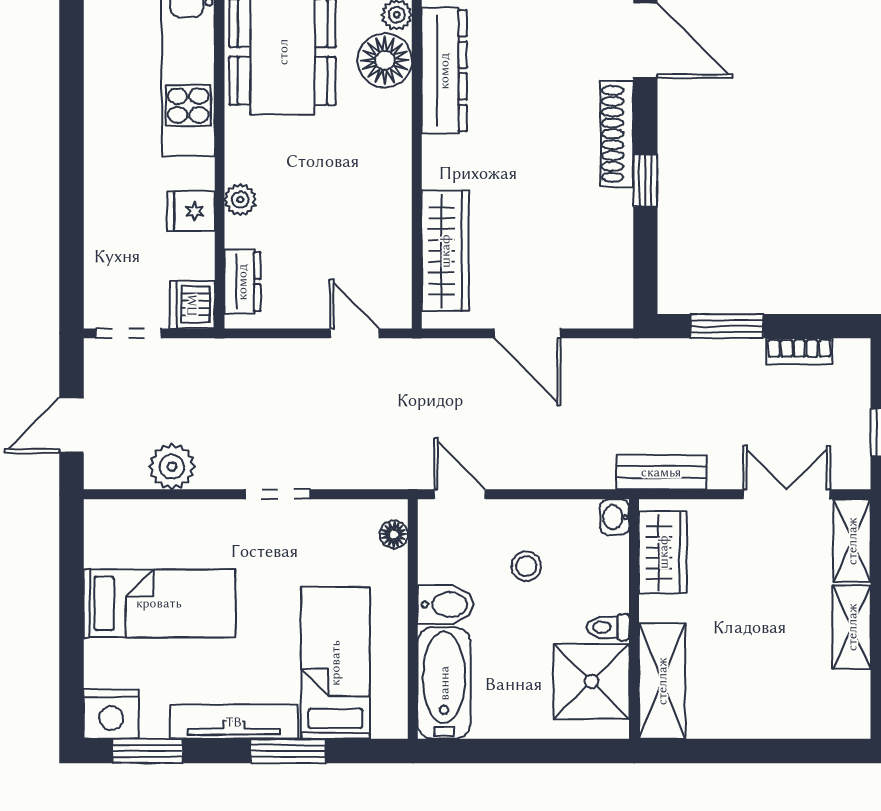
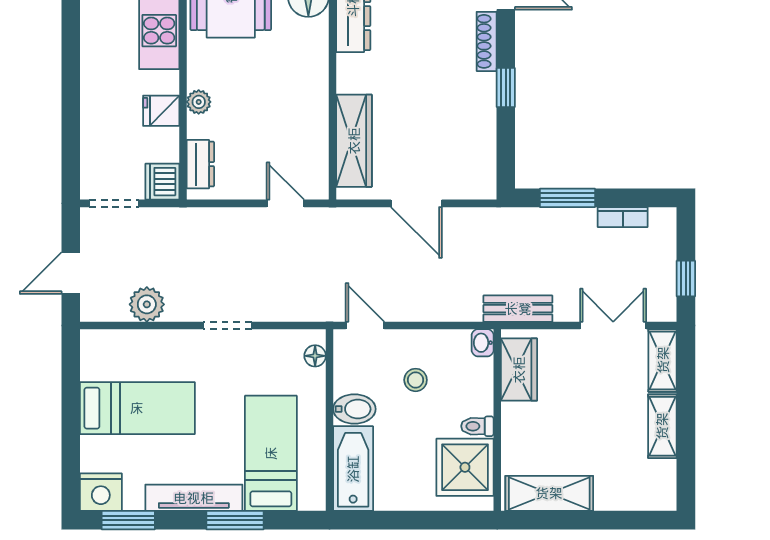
shoe rack: (617, 134) -> (487, 41), width x0.74, depth x0.81
shelving: (662, 681) -> (549, 493), moved, turned 90

